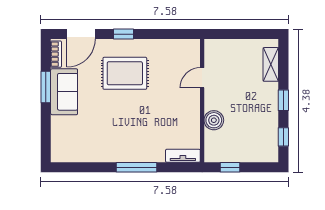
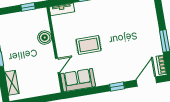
rug: (125, 73) -> (89, 45), moved, width x0.73, depth x0.70
sofa: (64, 92) -> (78, 80), moved, turned 90

